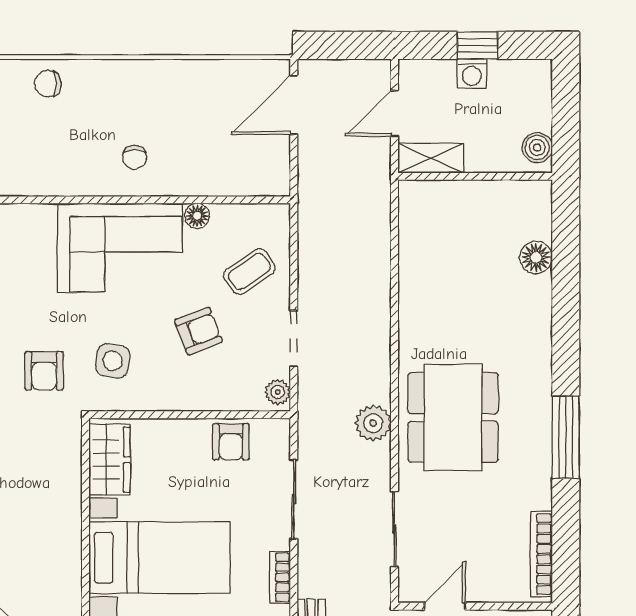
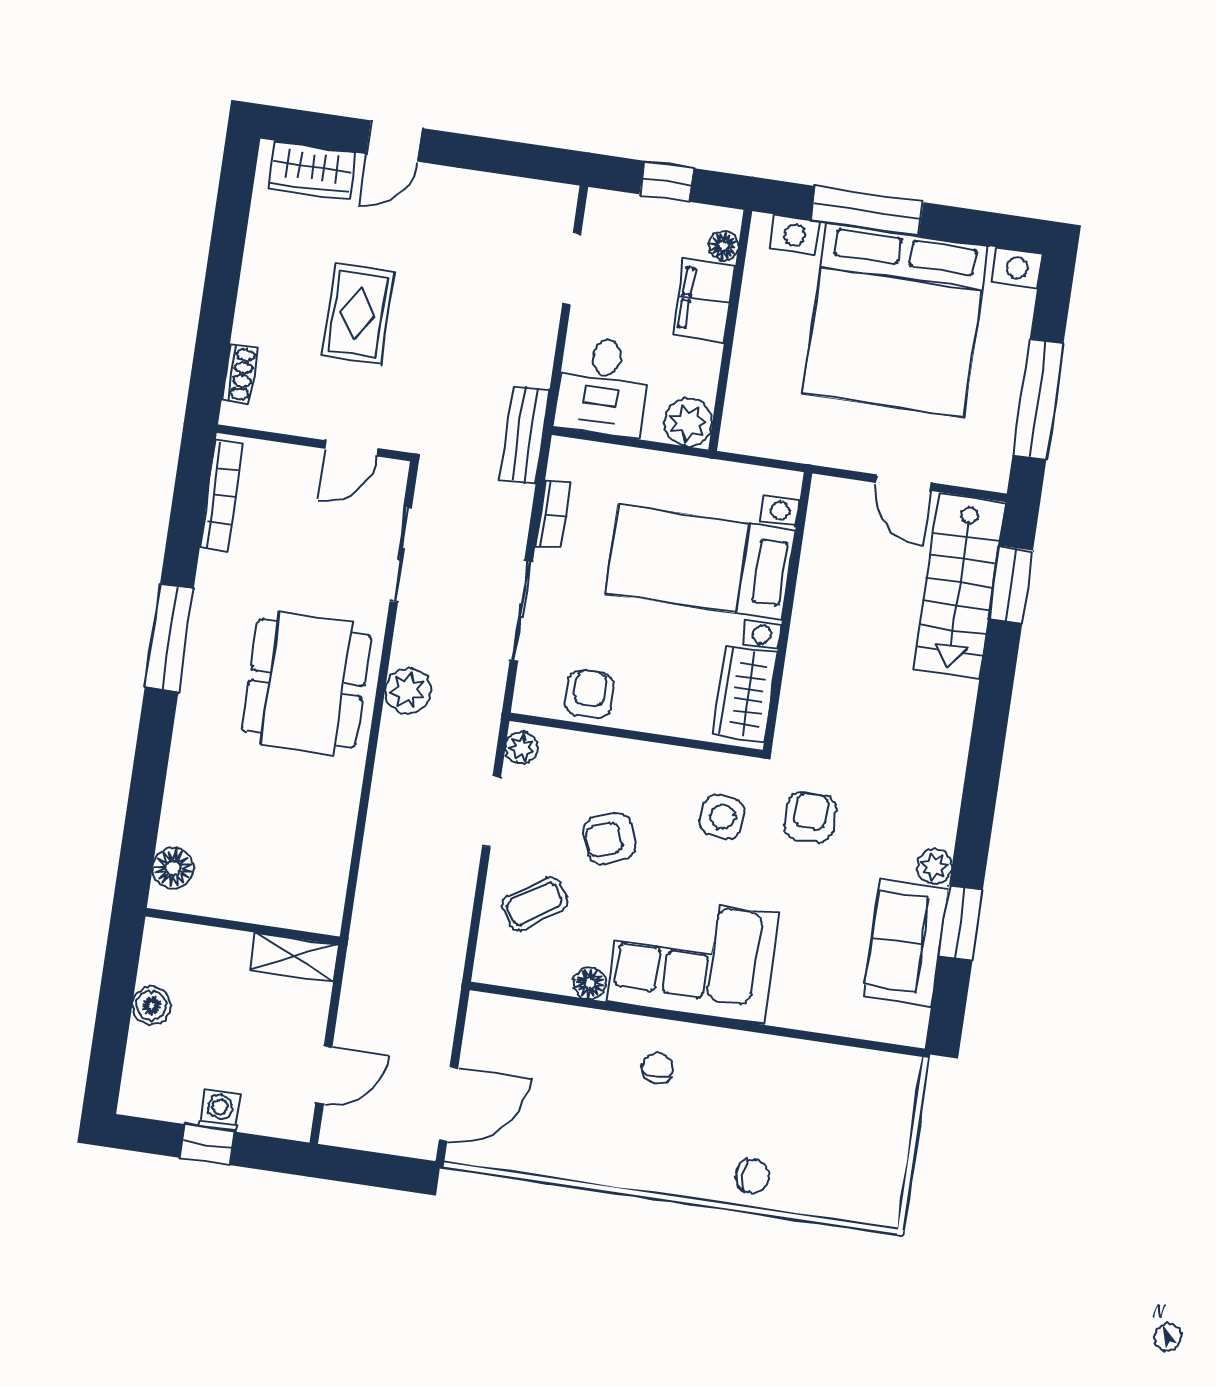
shelving: (431, 158) -> (295, 957), moved
wall: (475, 176) -> (243, 926), moved

